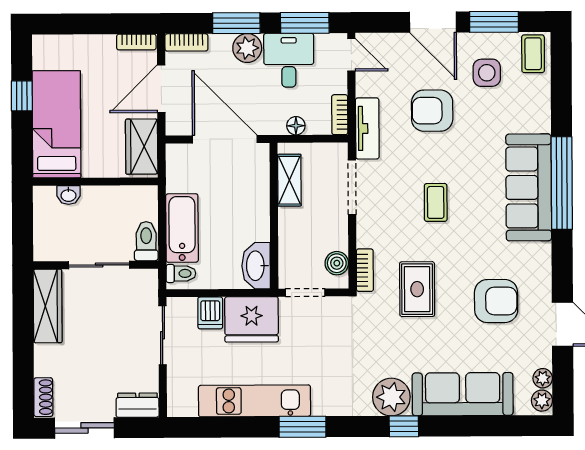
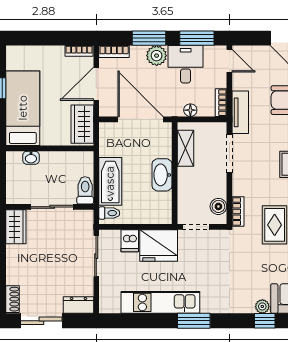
washbasin: (256, 266) -> (162, 175), moved
wardrobe: (48, 306) -> (16, 227), width x0.67
plant: (391, 397) -> (262, 306), width x0.53, depth x0.53

